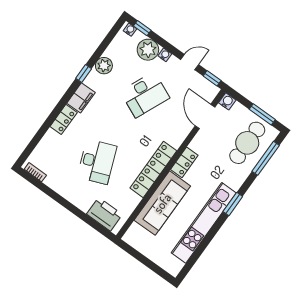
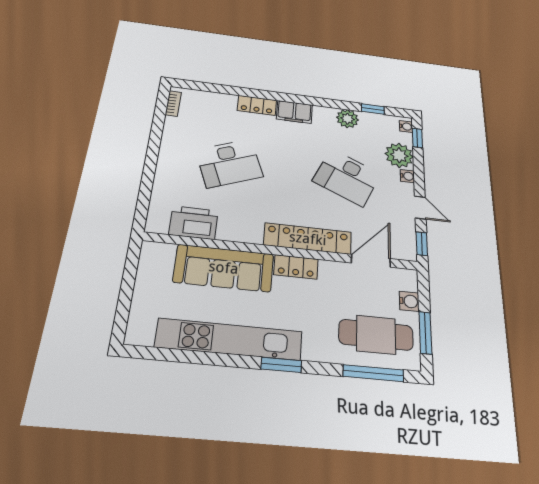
window: (84, 73) -> (373, 109), moved
water cooler: (227, 101) -> (409, 301), moved
locker: (153, 169) -> (308, 239), moved
printer: (105, 214) -> (194, 223), moved, turned -90

